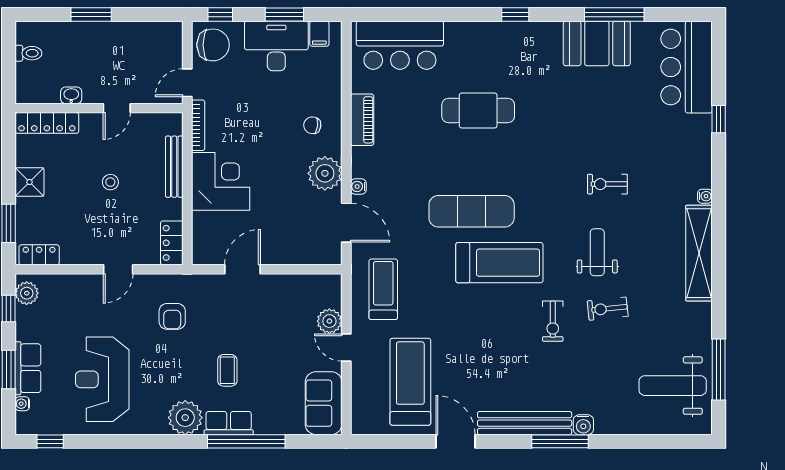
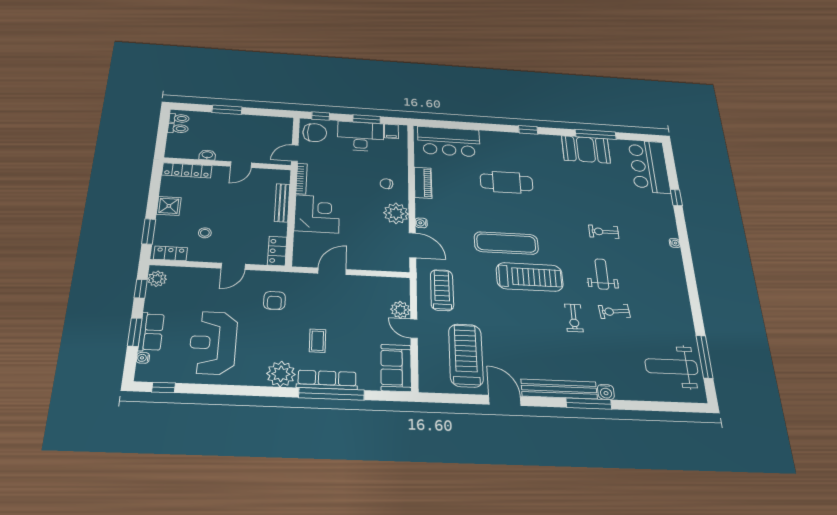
toilet: (28, 35) -> (179, 118), added
stool: (110, 182) -> (205, 233), moved
shelving: (699, 253) -> (676, 278), removed
row of seats: (229, 423) -> (327, 380), width x1.48

